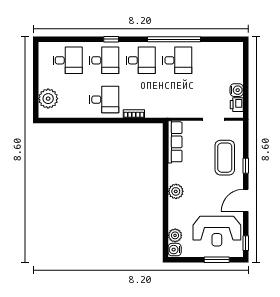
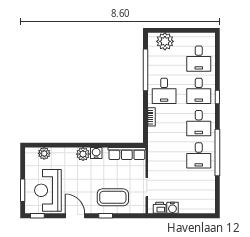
window: (80, 121) -> (146, 70), added
water cooler: (175, 250) -> (96, 153), moved

